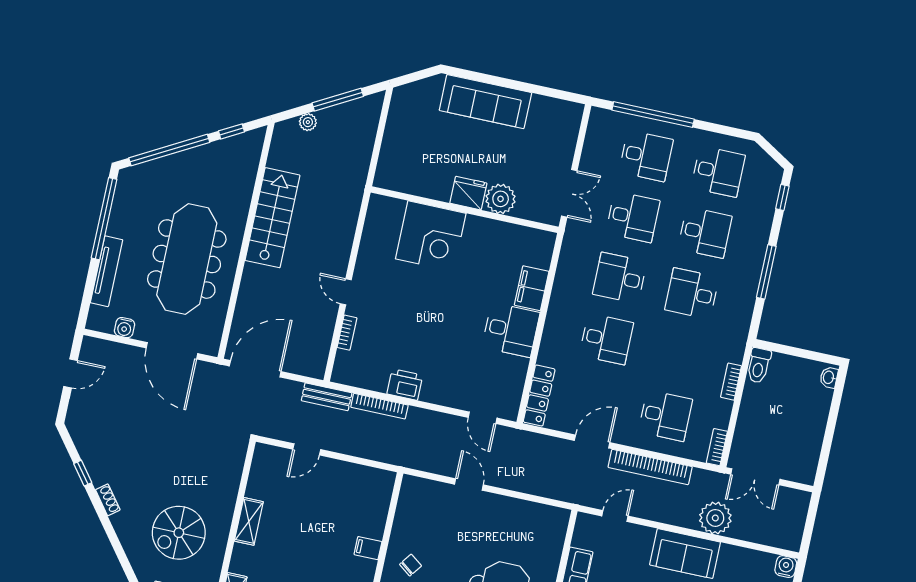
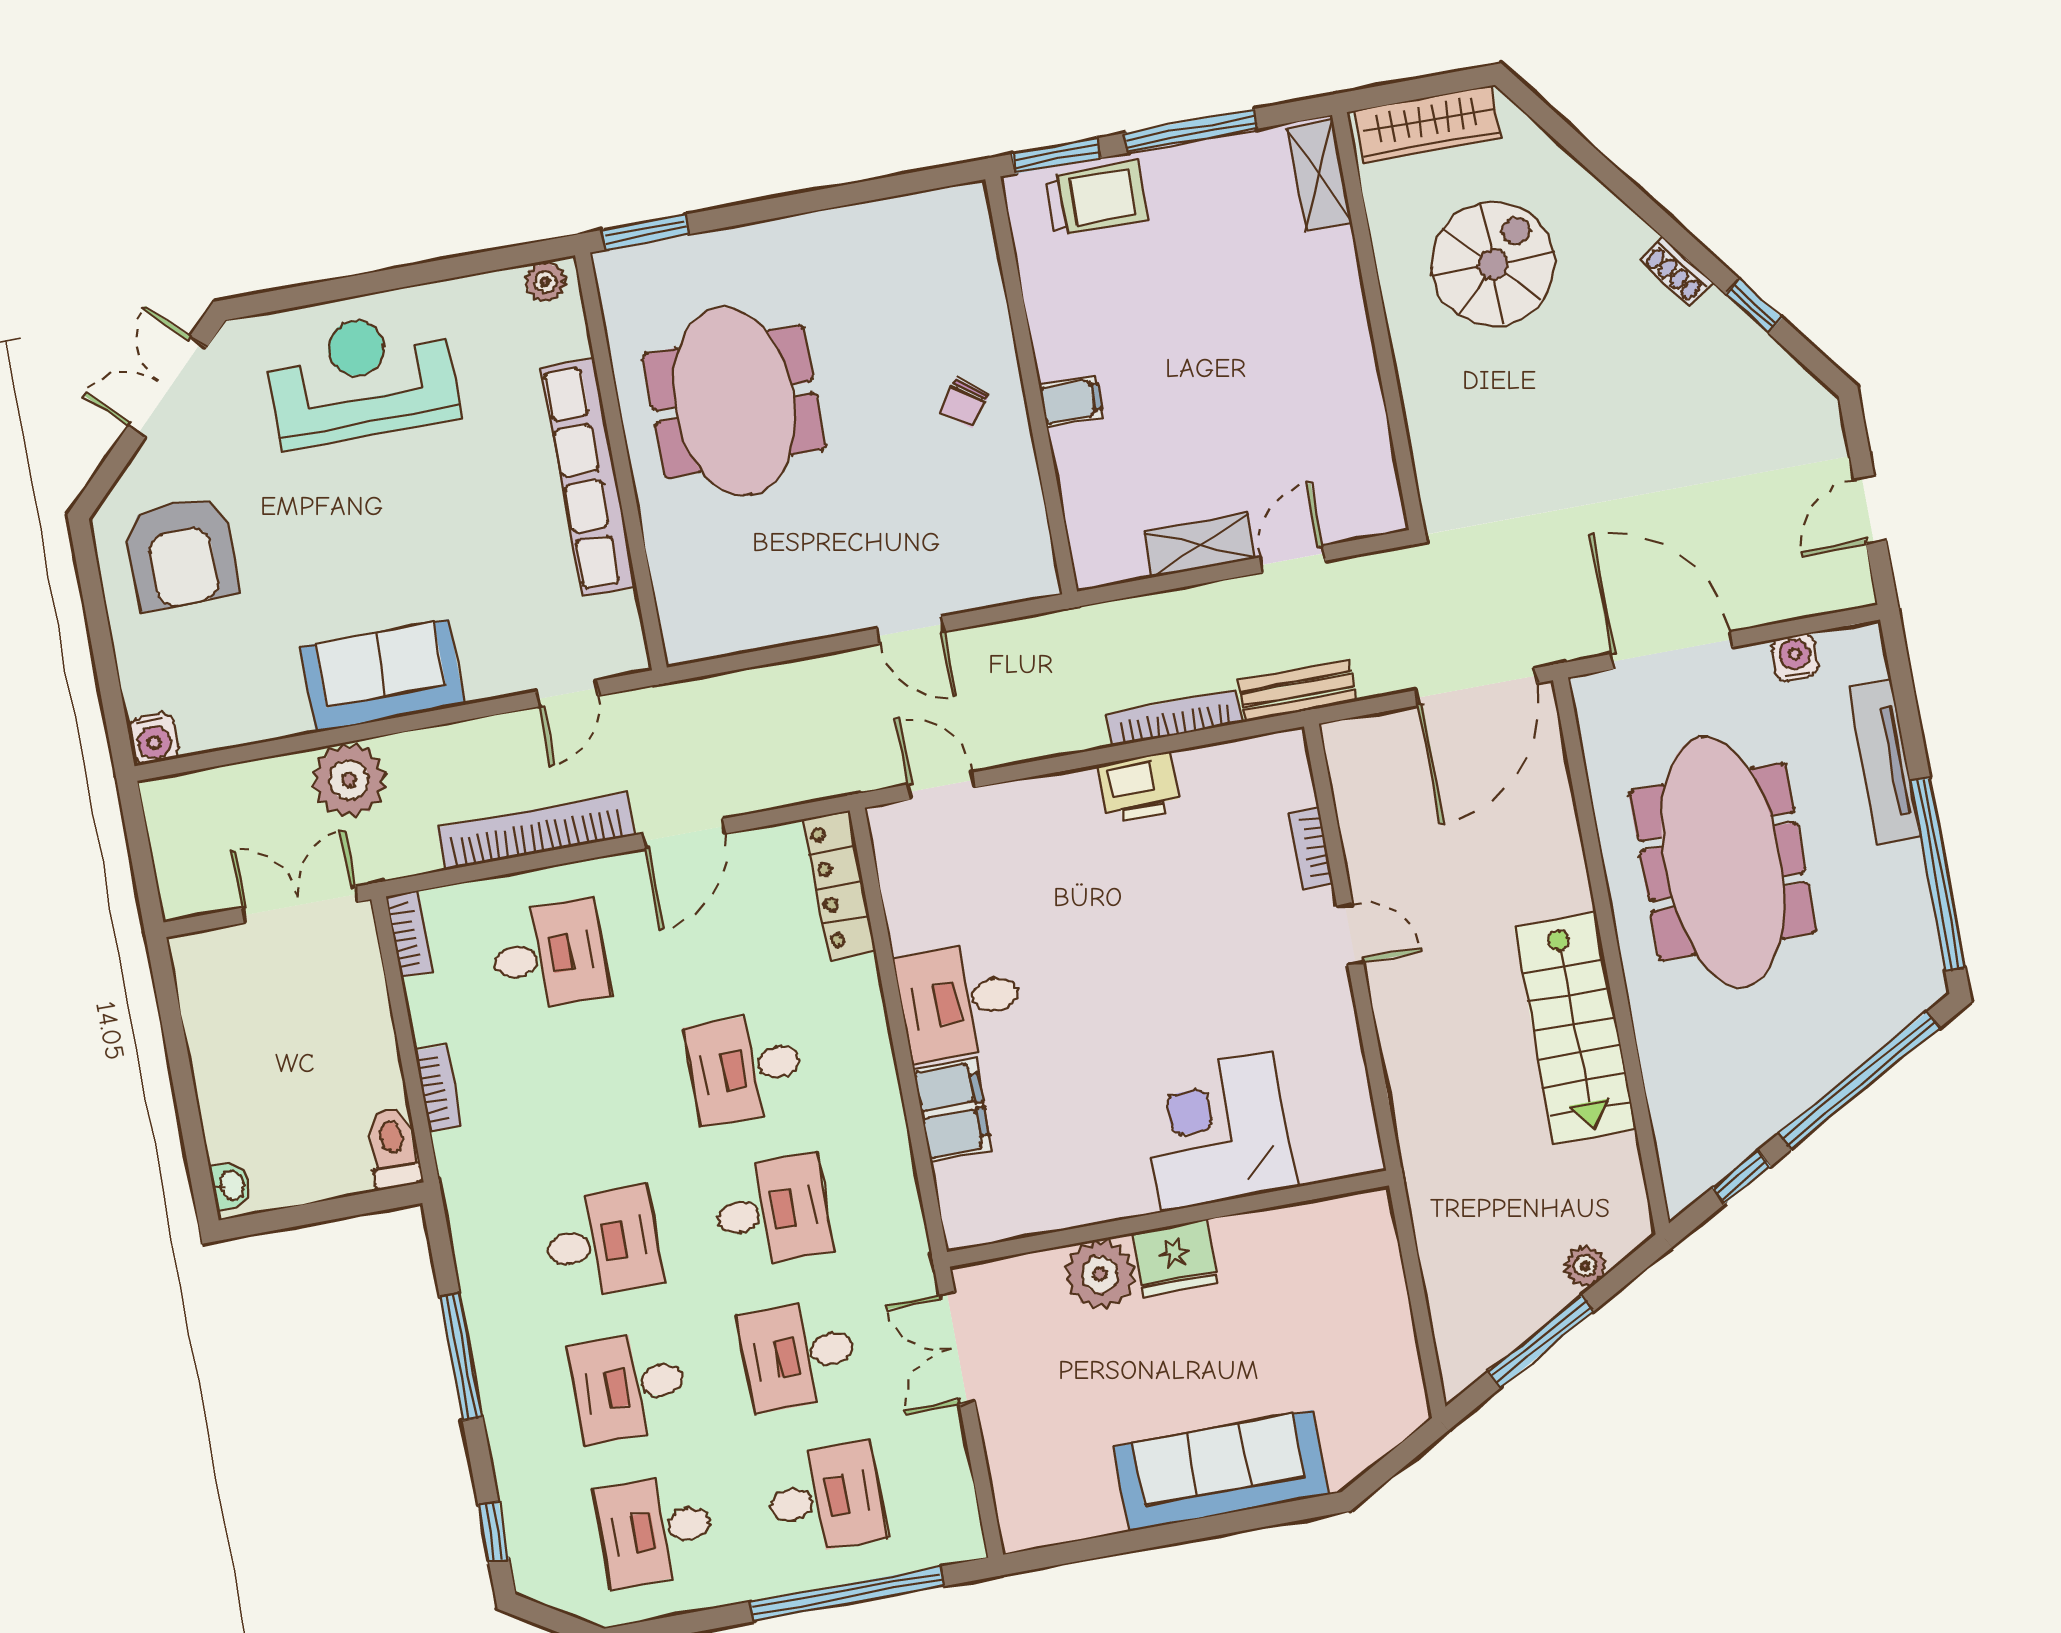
desk: (646, 156) -> (825, 1498), turned 180
desk: (665, 416) -> (549, 956), turned 180
shelving: (249, 521) -> (1200, 545), moved, turned 90

